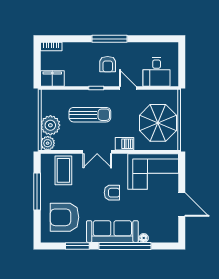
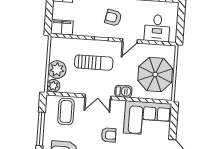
armchair: (108, 64) -> (113, 18), turned 101
door: (128, 88) -> (130, 41), swing flipped

